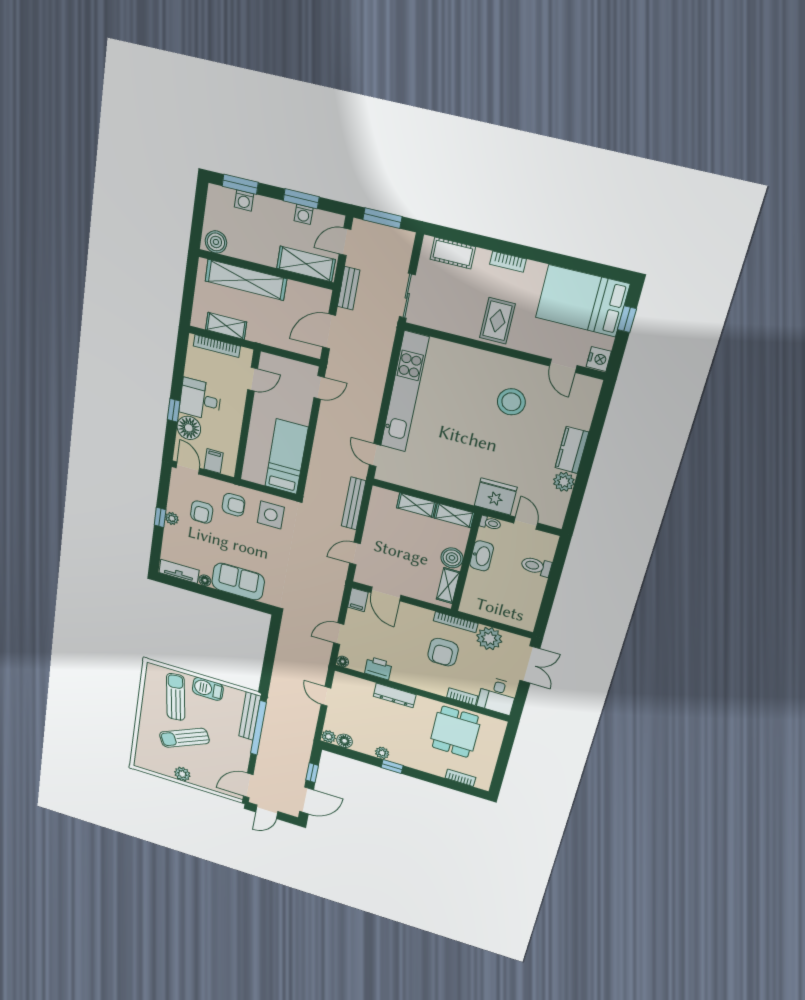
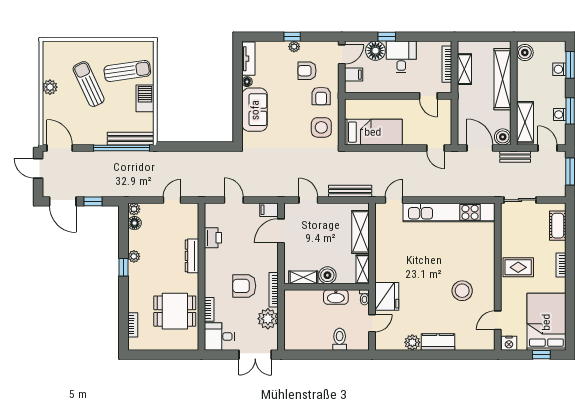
boiler: (320, 298) -> (503, 137), added
shelving: (416, 505) -> (361, 232), width x1.50, depth x1.33
floor lamp: (343, 661) -> (209, 208), removed

